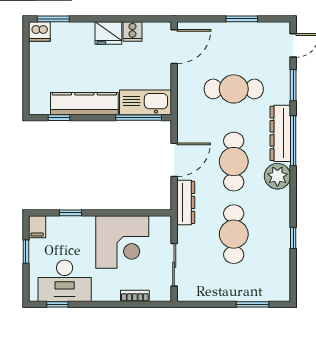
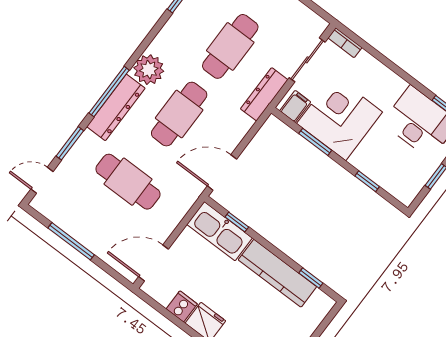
window: (242, 19) -> (71, 241), width x1.44
window: (139, 118) -> (237, 222), width x0.46
door: (174, 160) -> (222, 173), moved
dresser: (186, 202) -> (264, 94), moved
window: (126, 213) -> (315, 142), added
filing cabinet: (37, 227) -> (295, 106), moved
bookcase: (135, 296) -> (345, 43), moved

